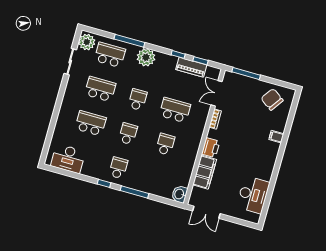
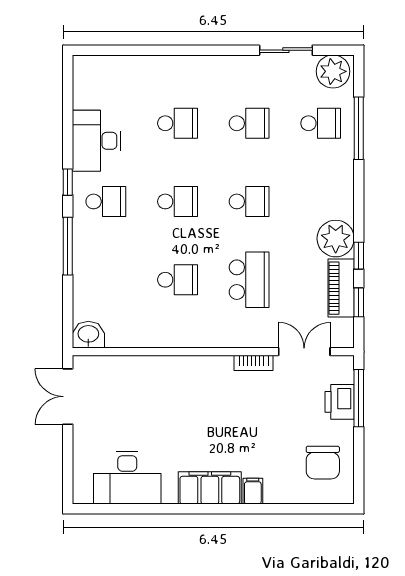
window: (129, 41) -> (359, 128), moved
school desk: (110, 55) -> (321, 123), width x0.54
plant: (146, 57) -> (336, 239), moved
school desk: (100, 89) -> (249, 123), width x0.54
chair: (272, 99) -> (323, 463), turned 145
school desk: (91, 123) -> (177, 123), width x0.54
printer: (211, 148) -> (340, 402), moved, turned 90
desk: (68, 159) -> (96, 141), moved
filing cabinet: (205, 172) -> (210, 488), moved, turned 180

